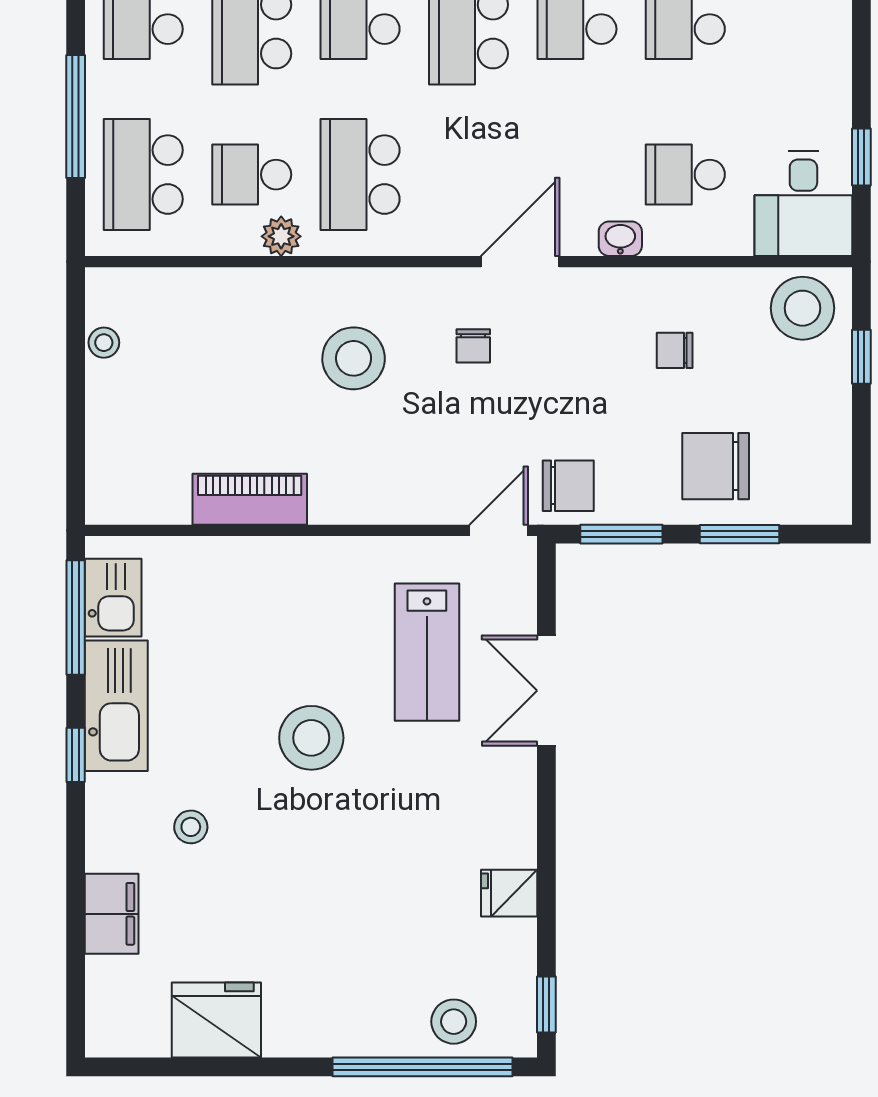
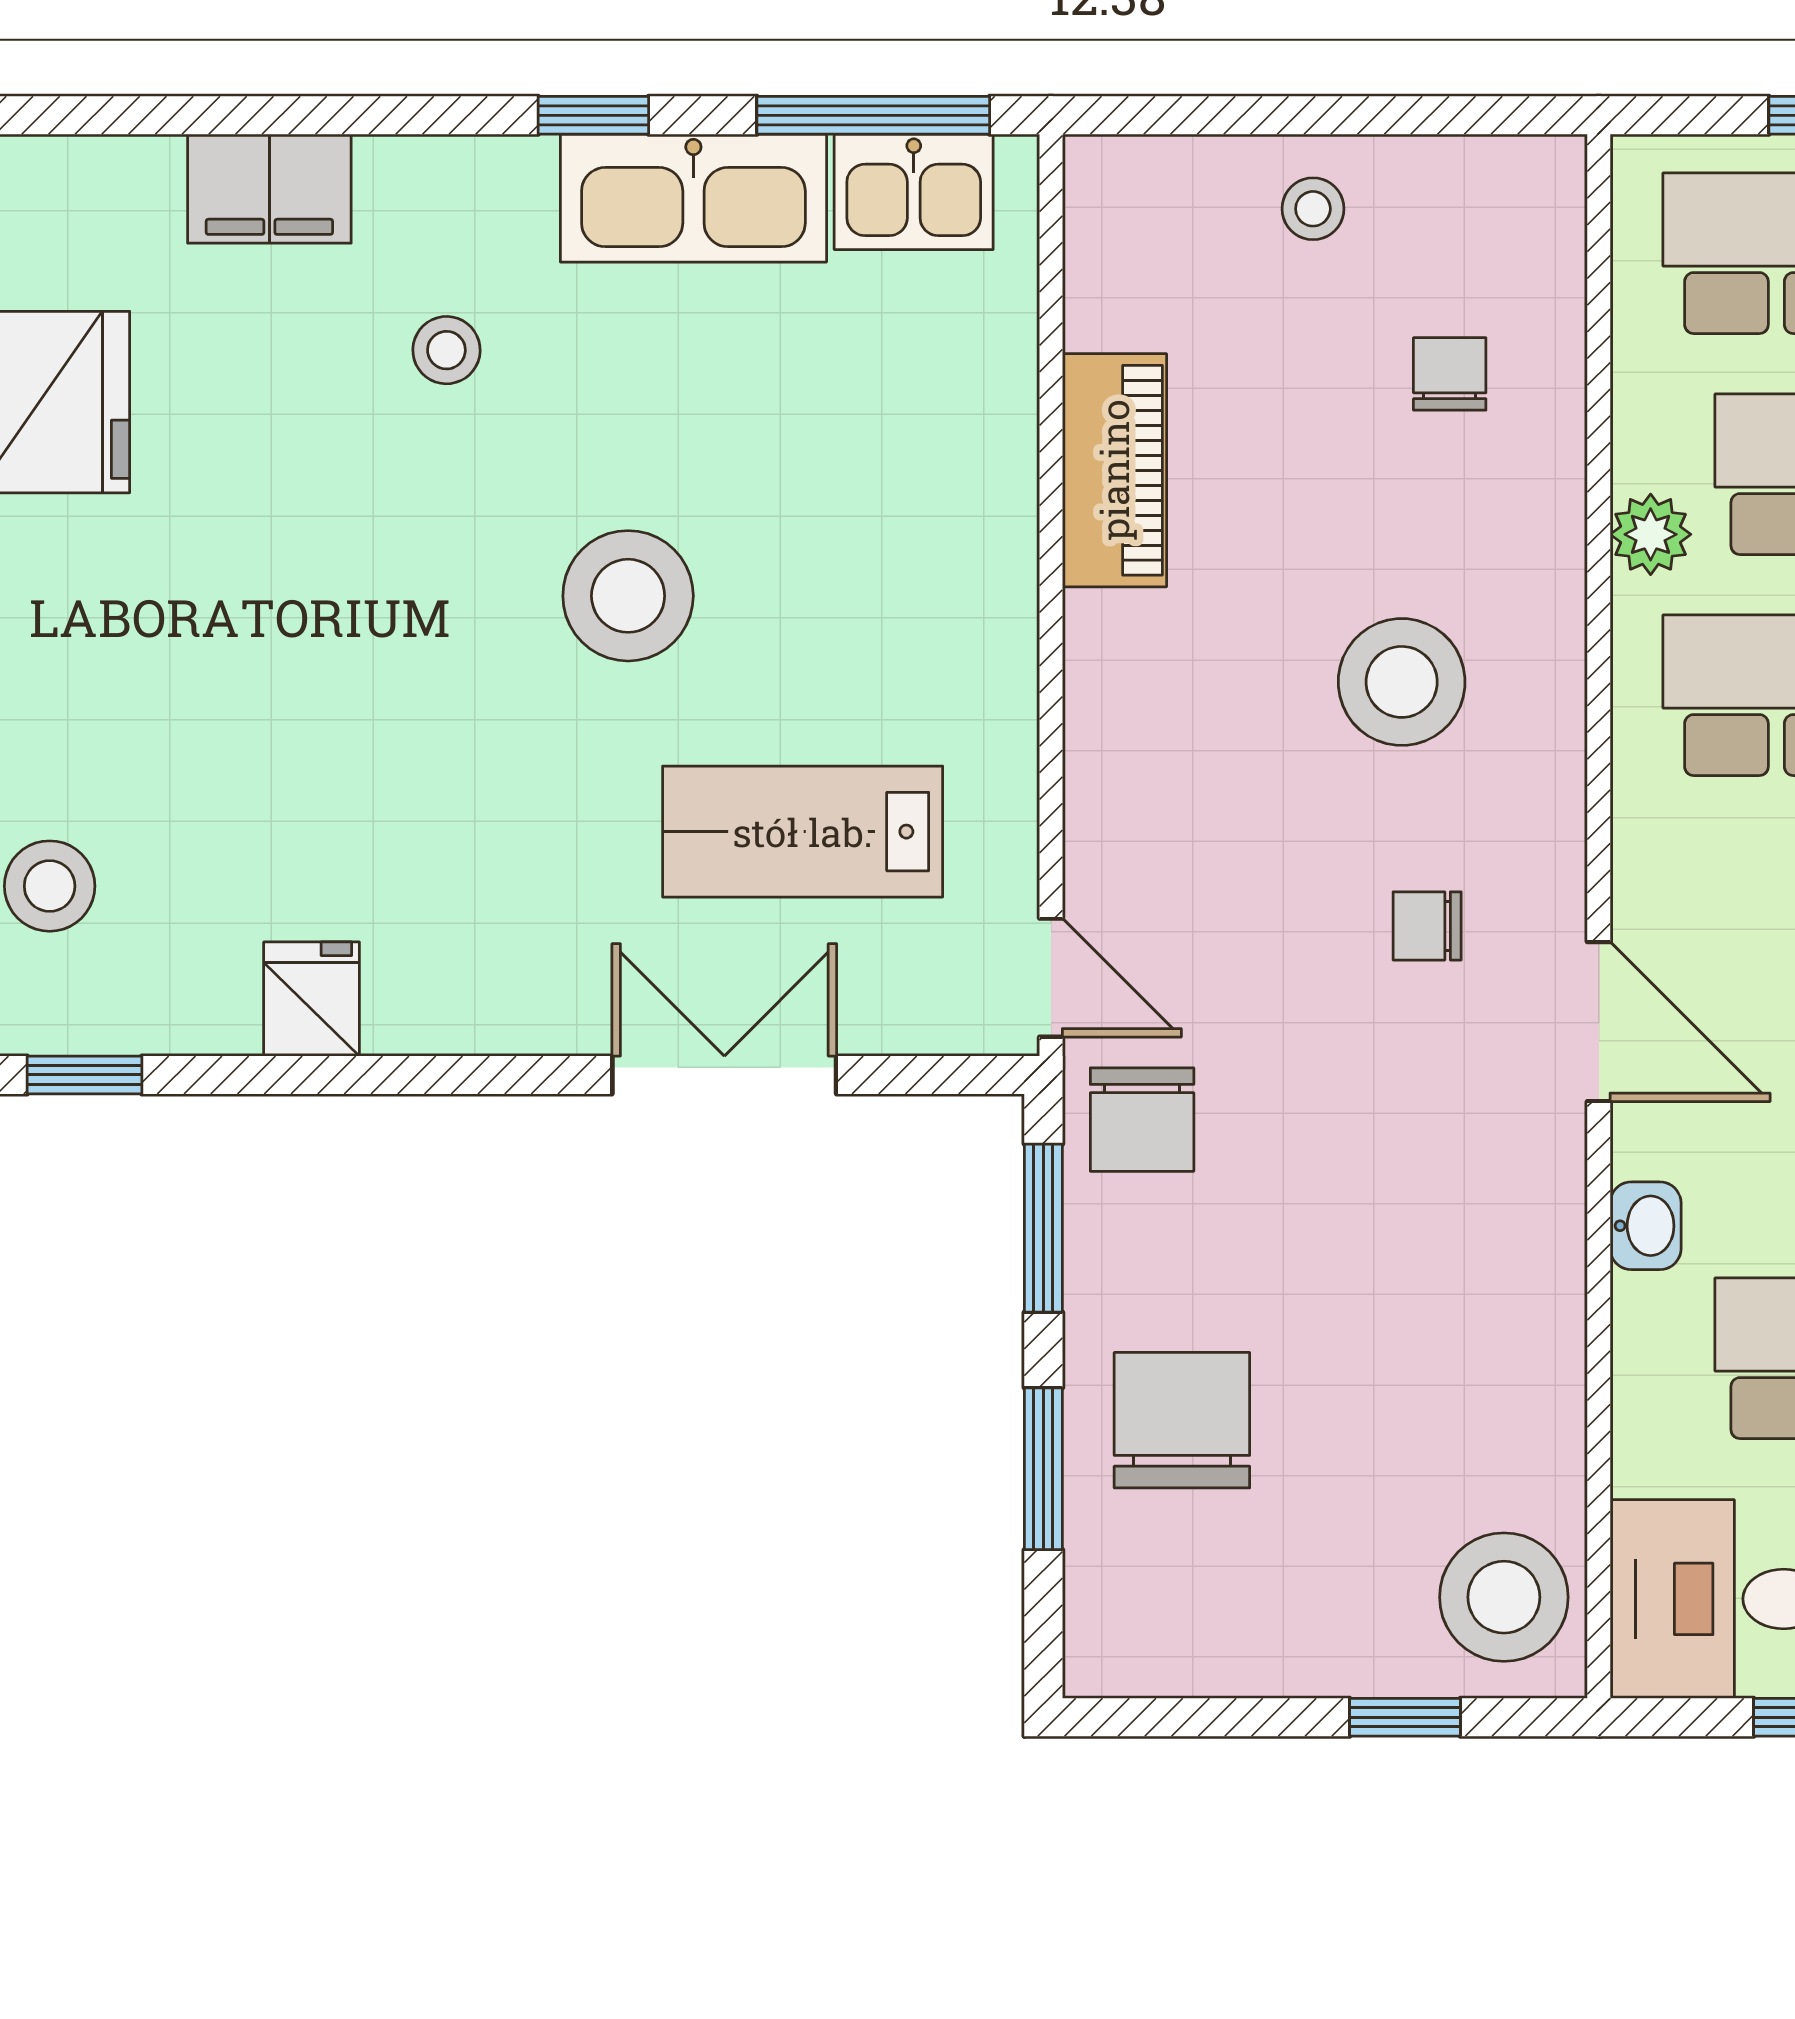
stool: (104, 343) -> (1313, 209), moved
chair: (675, 350) -> (1450, 374), moved

